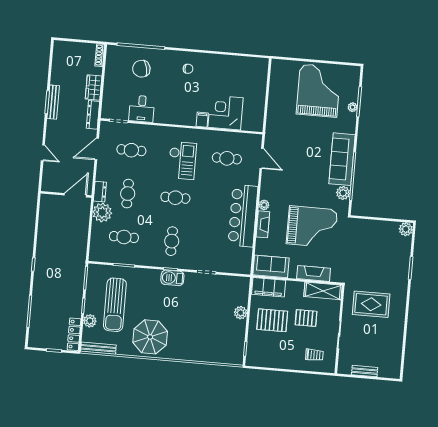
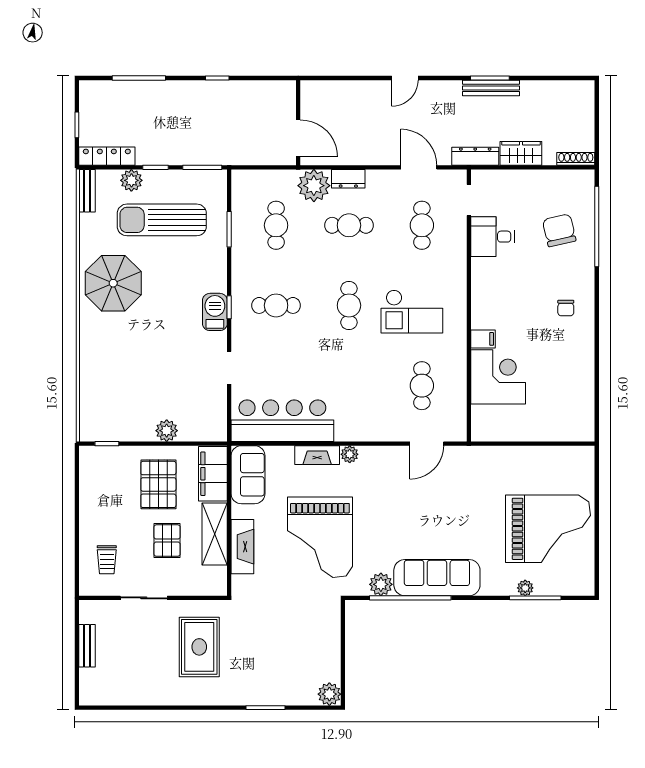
wall: (66, 194) -> (298, 123), moved
door: (75, 195) -> (298, 138), moved
bar counter: (243, 216) -> (282, 421), moved
shelving: (323, 291) -> (215, 534), moved
bench: (98, 348) -> (87, 191), width x0.73

